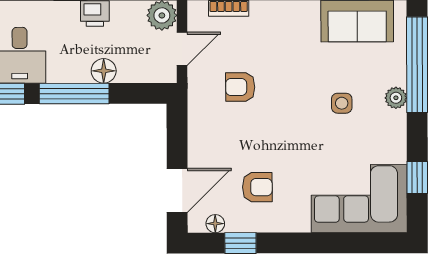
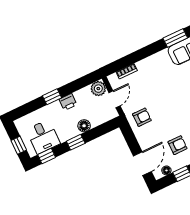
armchair: (240, 87) -> (142, 117), moved, turned 180
window: (74, 94) -> (76, 142), width x0.46

